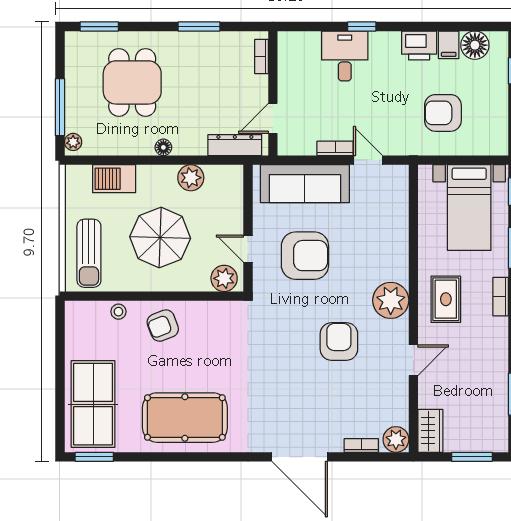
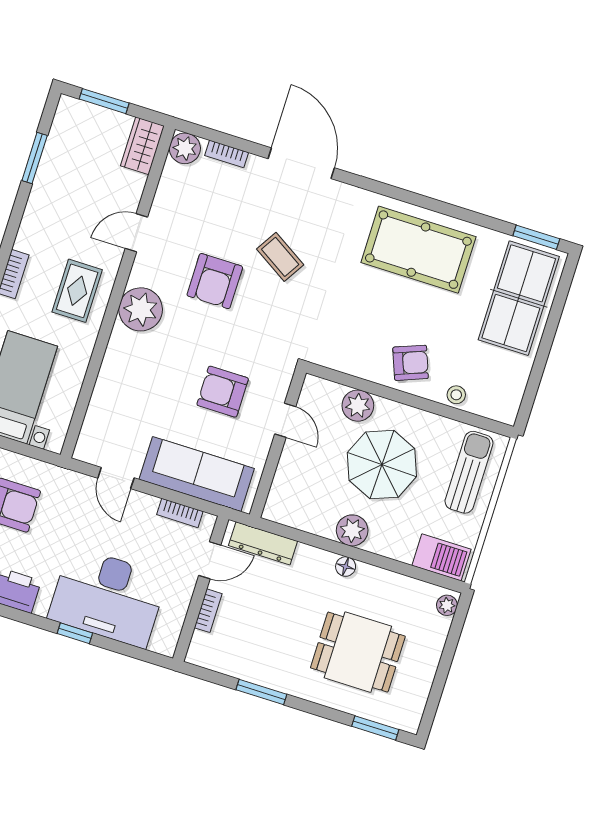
desk: (345, 56) -> (108, 597), width x1.87, depth x1.30
bookcase: (262, 57) -> (208, 611), moved
dining table: (132, 82) -> (358, 652), turned 90
window: (60, 107) -> (449, 650), removed
bookcase: (335, 148) -> (180, 513), moved
plant: (191, 178) -> (352, 530), moved
barbecue: (114, 179) -> (441, 557), moved
armchair: (305, 256) -> (223, 392), width x0.73, depth x0.73
plant: (224, 278) -> (358, 406), moved
coffee table: (293, 377) -> (280, 257), added

